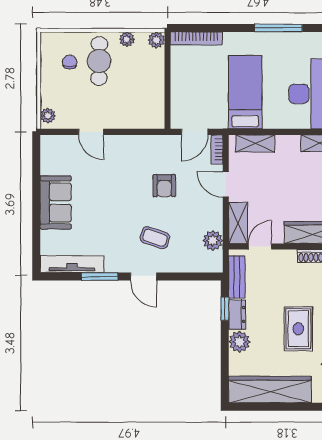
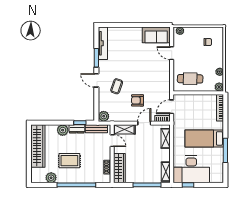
cafe table: (99, 61) -> (190, 79), moved
bed: (245, 92) -> (204, 138), moved, turned 180
door: (91, 132) -> (172, 53), hinge flipped
door: (195, 132) -> (172, 107), hinge flipped
armchair: (164, 186) -> (137, 100), moved
sofa: (56, 202) -> (156, 35), moved
plant: (213, 241) -> (104, 116), moved
door: (144, 277) -> (96, 80), hinge flipped

